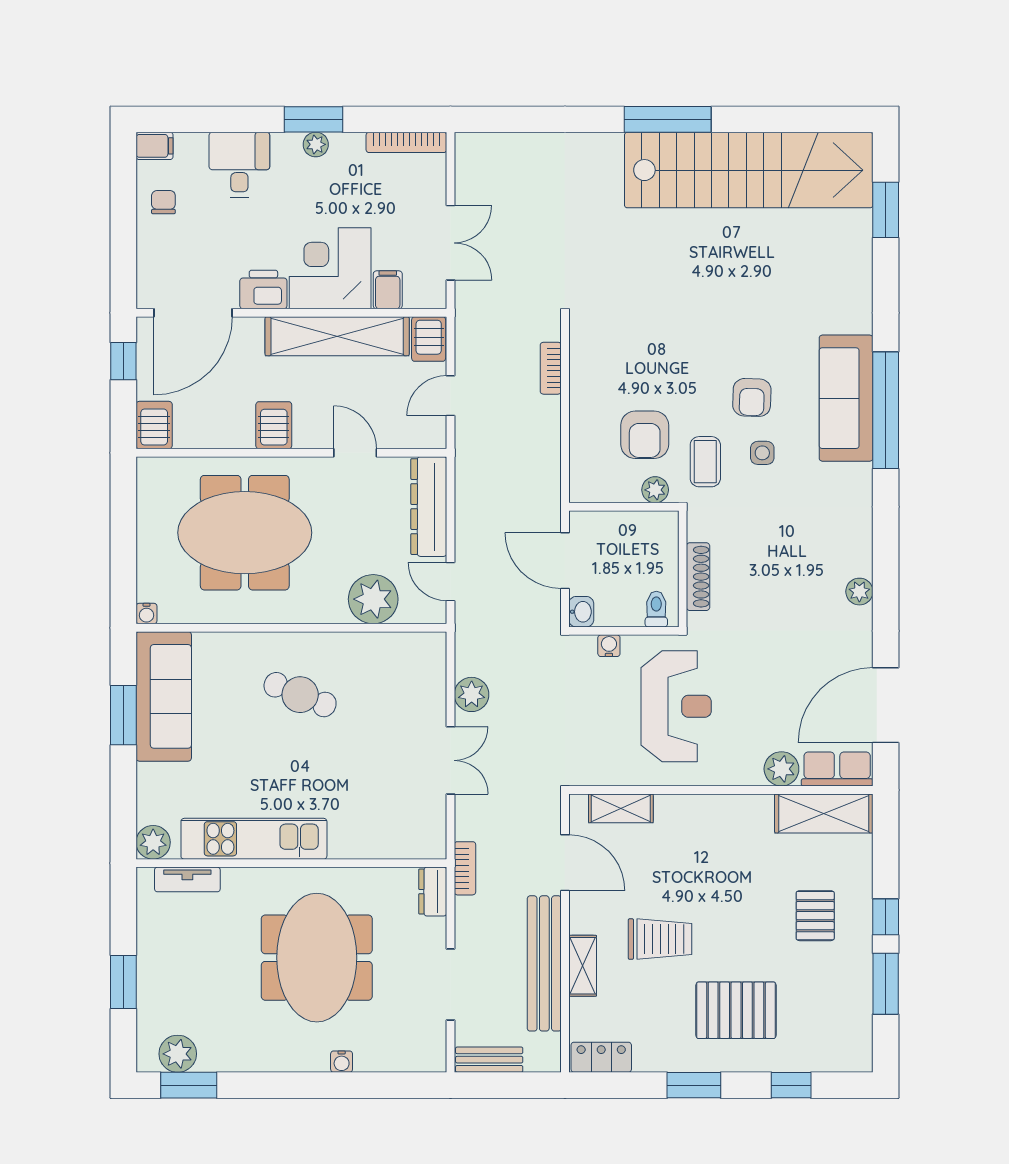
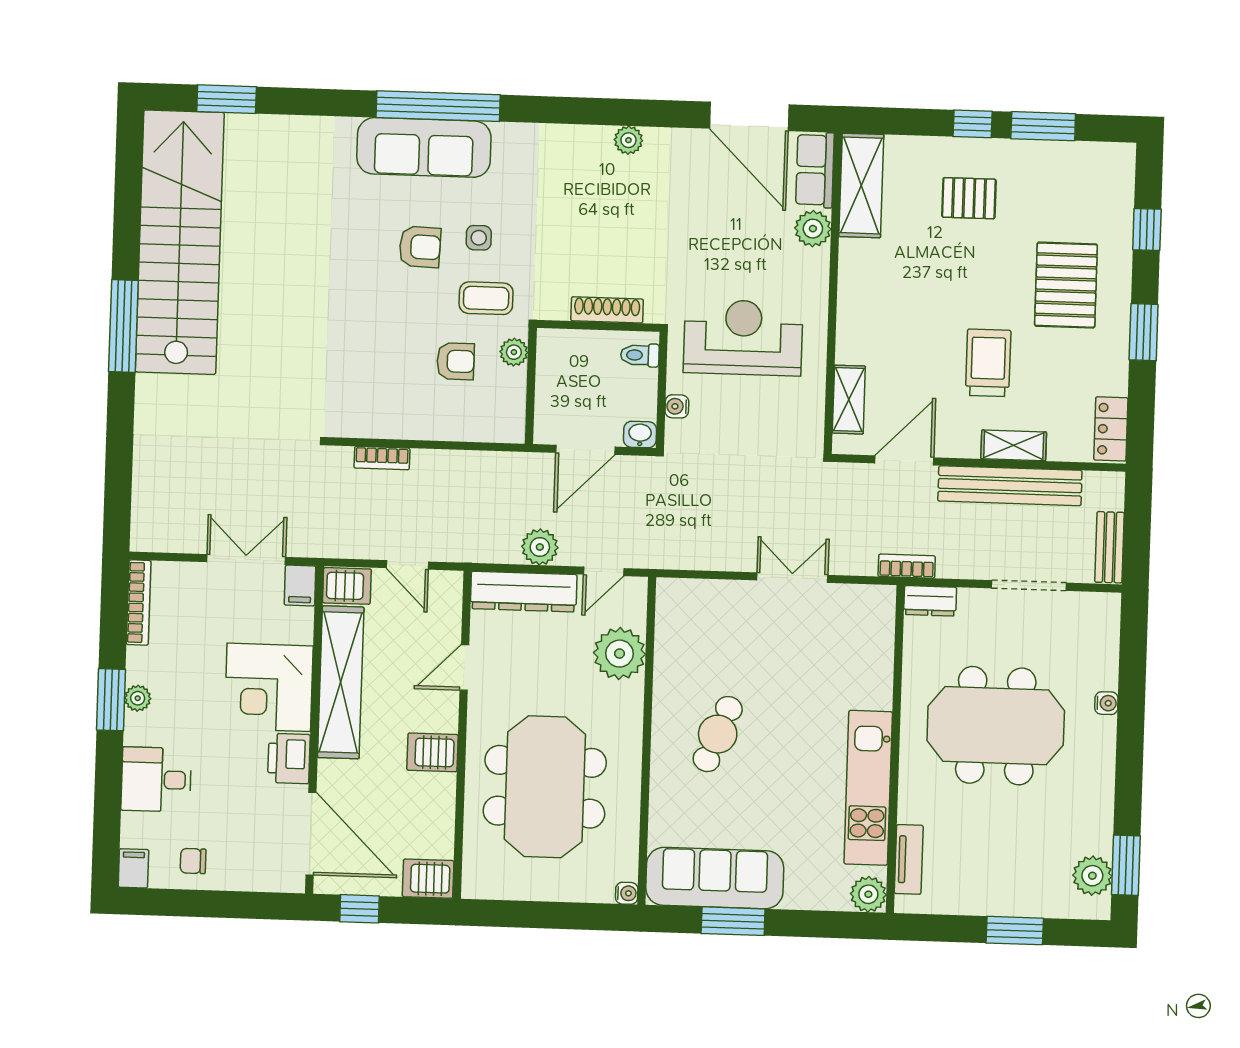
filing cabinet: (388, 290) -> (300, 586), moved, turned -90
armchair: (645, 435) -> (455, 361), width x0.72, depth x0.72
plant: (472, 694) -> (540, 547), moved

